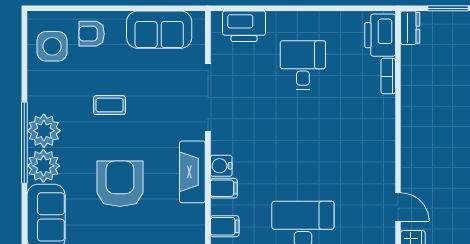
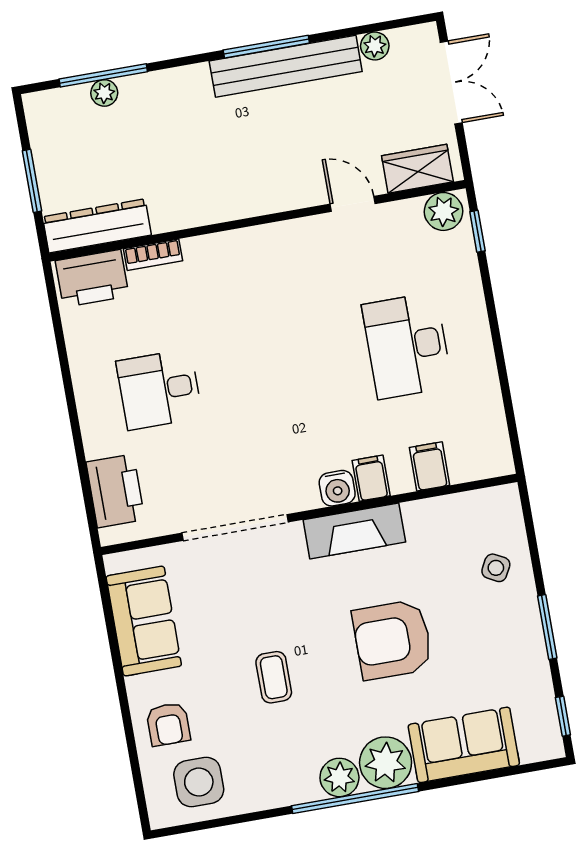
dresser: (410, 28) -> (97, 226), width x1.96, depth x1.24
plant: (44, 131) -> (339, 777), width x0.73, depth x0.73
door: (398, 207) -> (353, 204), hinge flipped

